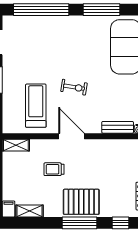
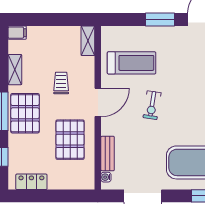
pallet: (105, 161) -> (70, 140), added
shelving: (29, 211) -> (15, 70), moved

